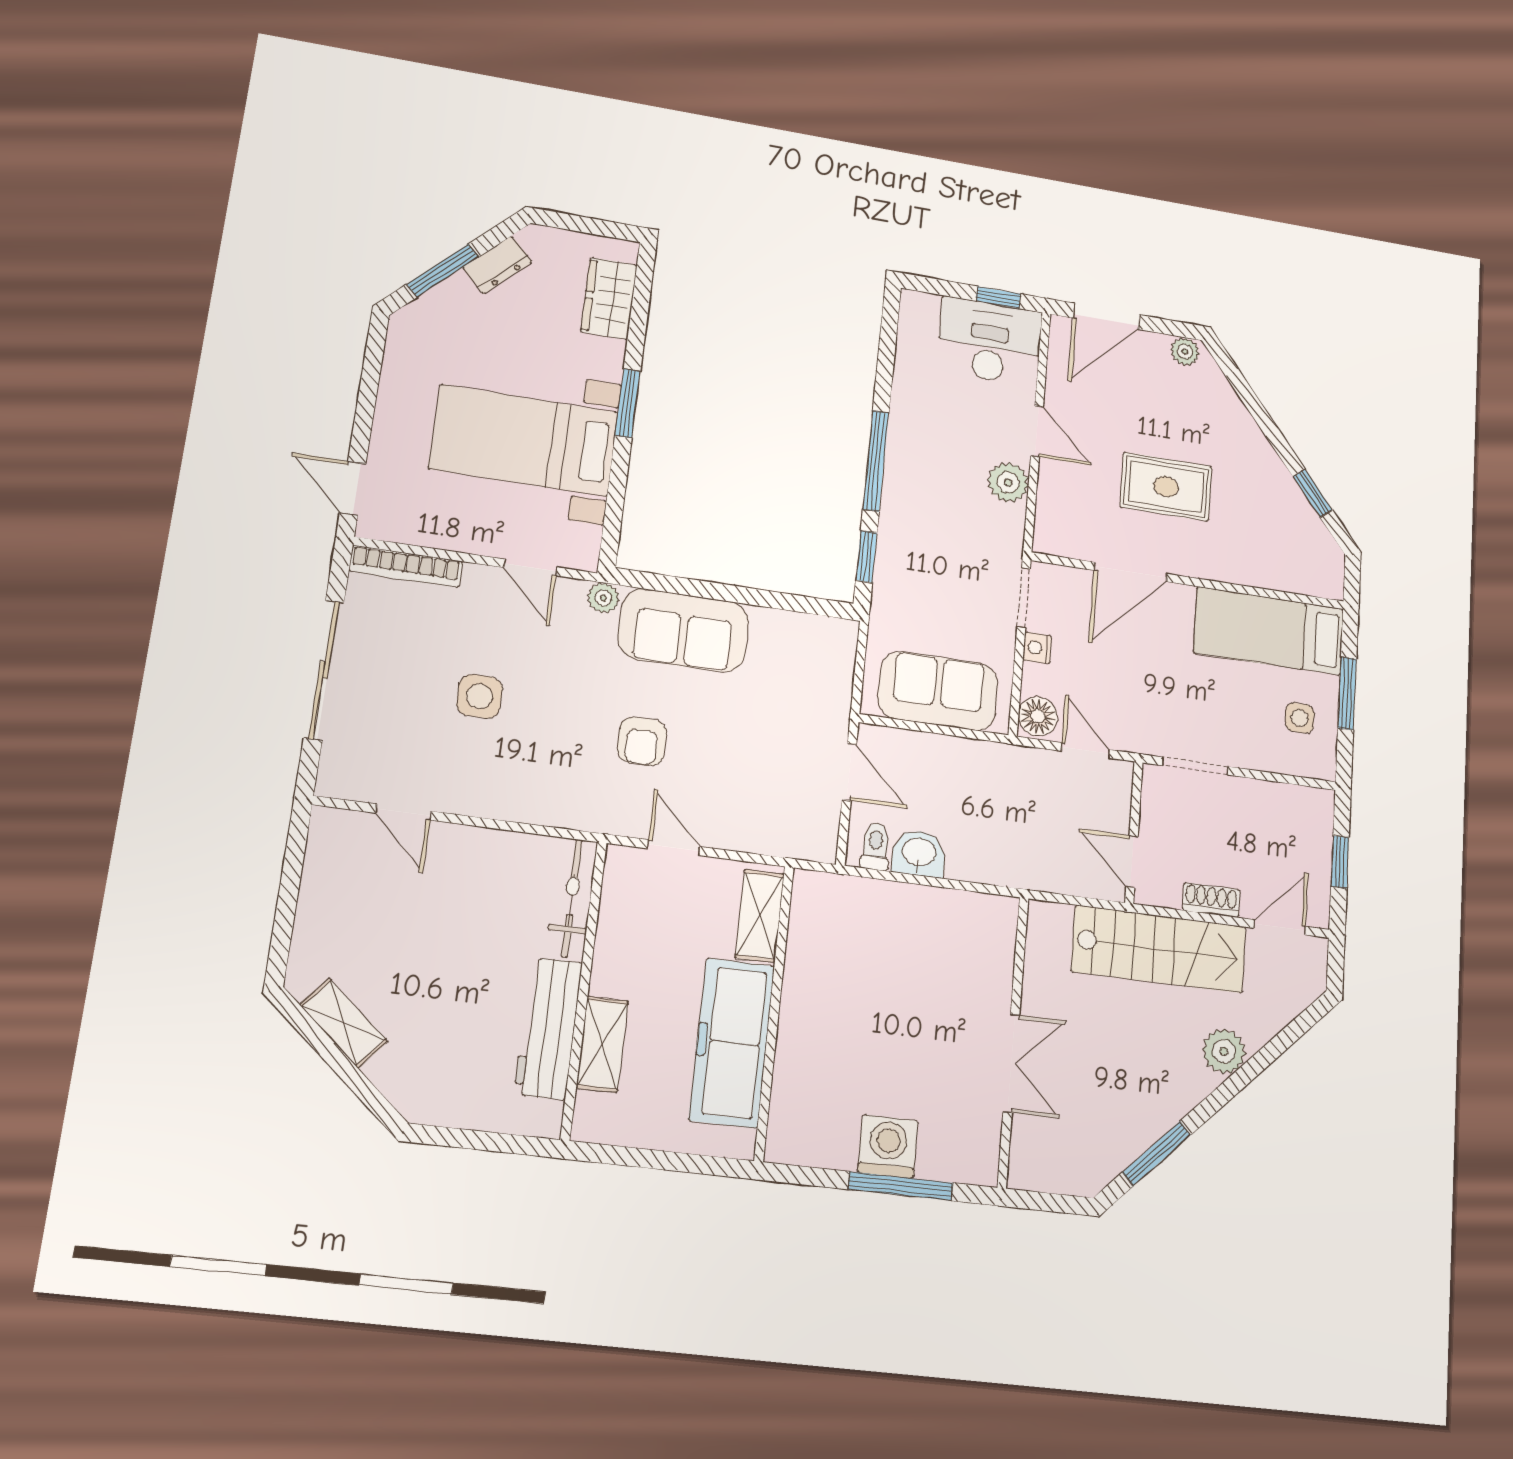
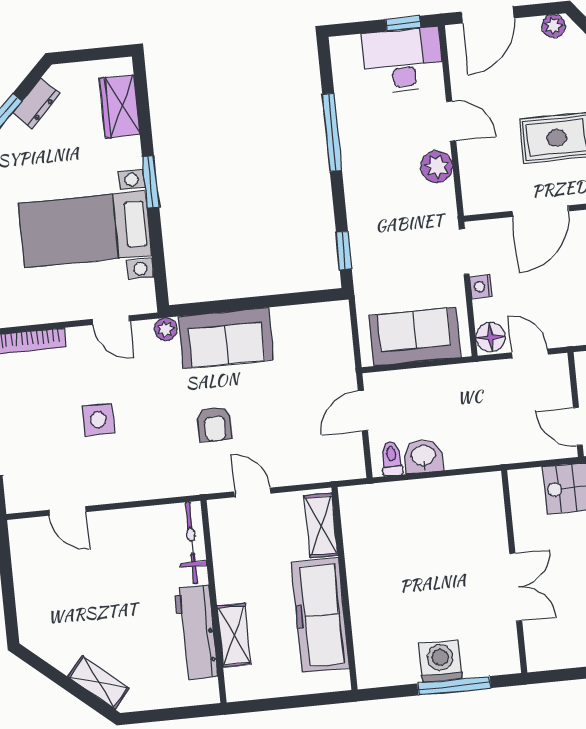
window: (876, 461) -> (332, 132), moved
door: (849, 772) -> (363, 411), swing flipped
shelving: (343, 1023) -> (99, 683), moved

